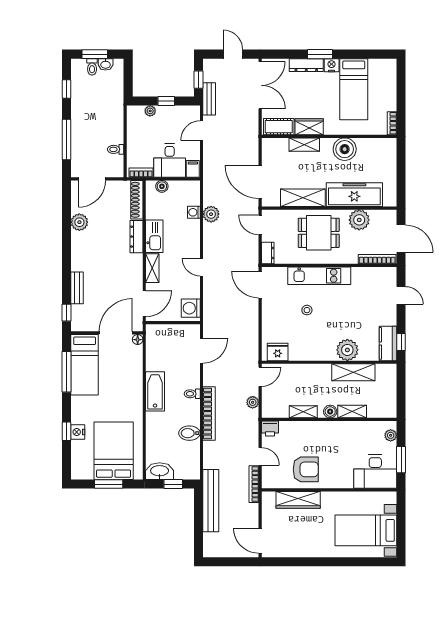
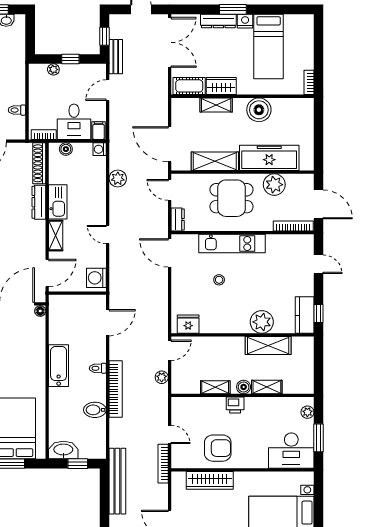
washing machine: (194, 212) -> (100, 149), moved
printer: (270, 429) -> (235, 405), moved

